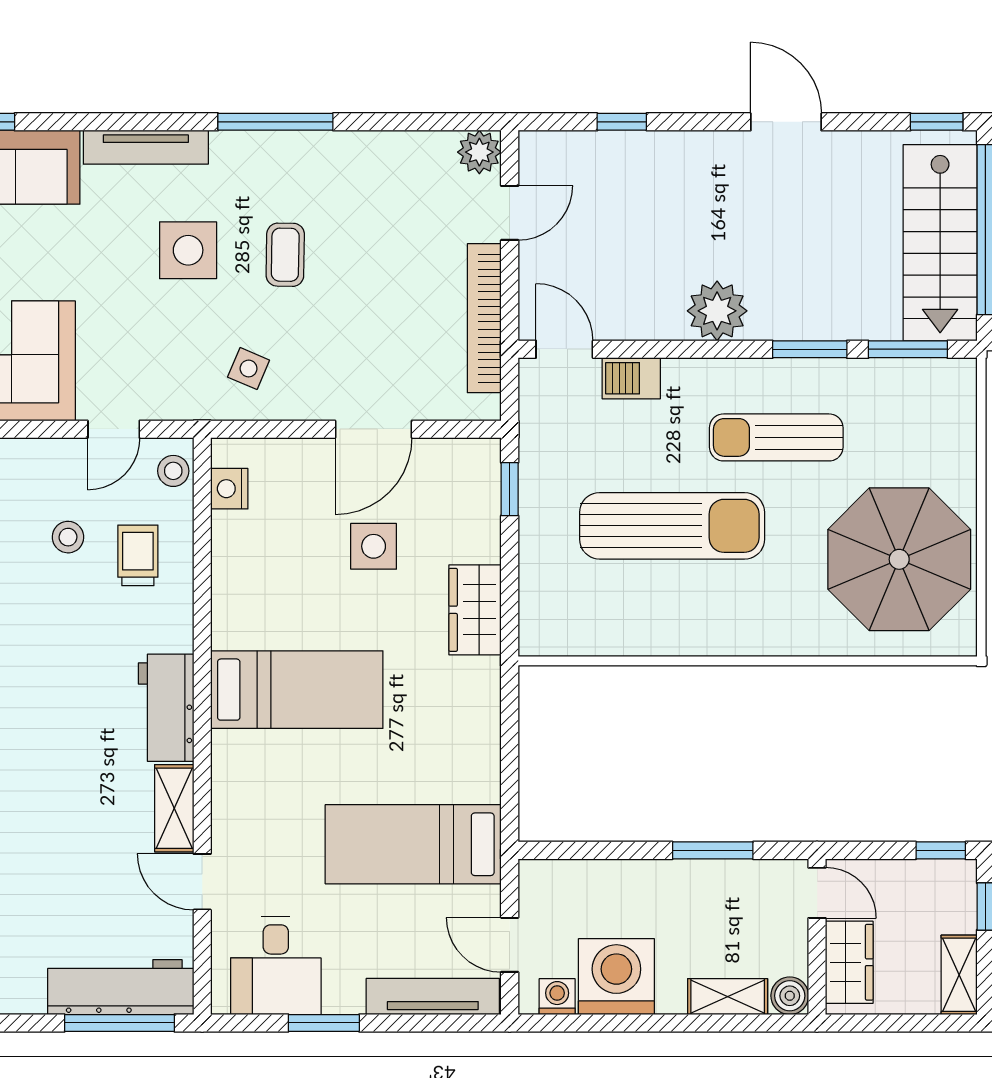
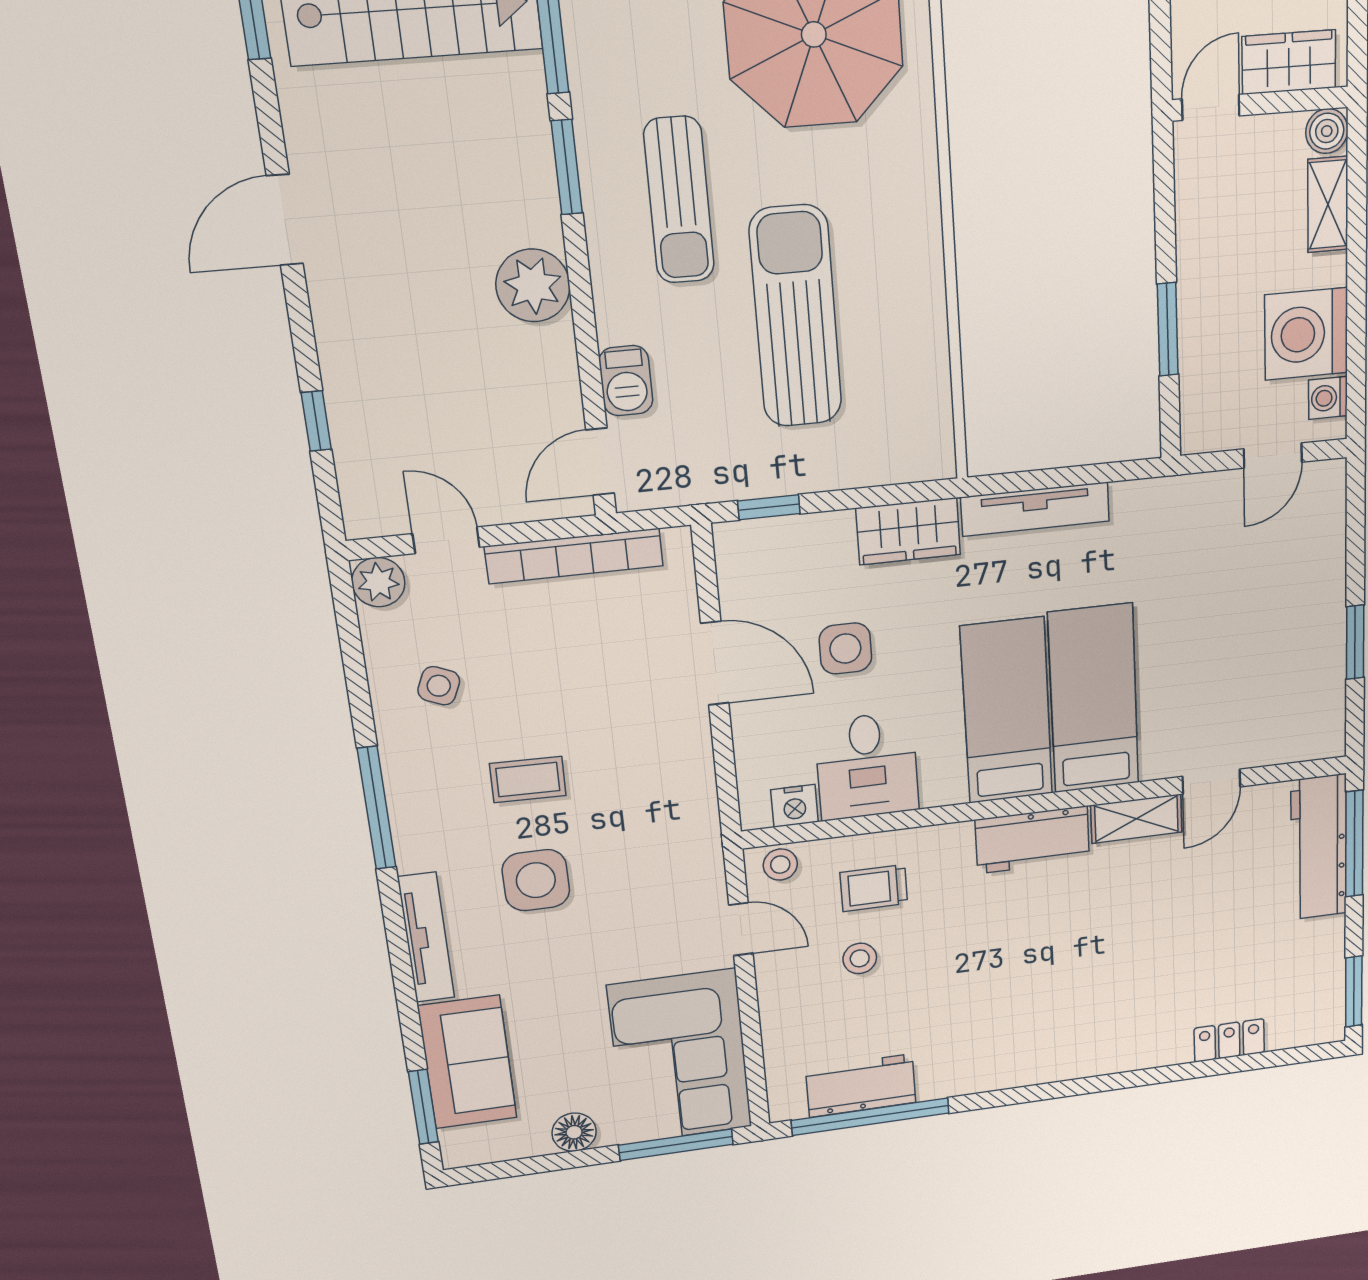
side table: (249, 369) -> (439, 686), moved
bed: (413, 844) -> (1094, 699), moved, turned 180
window: (713, 850) -> (1168, 329), moved
desk: (276, 966) -> (867, 766), moved, turned 90
tv unit: (433, 996) -> (1035, 509), moved, turned -90

